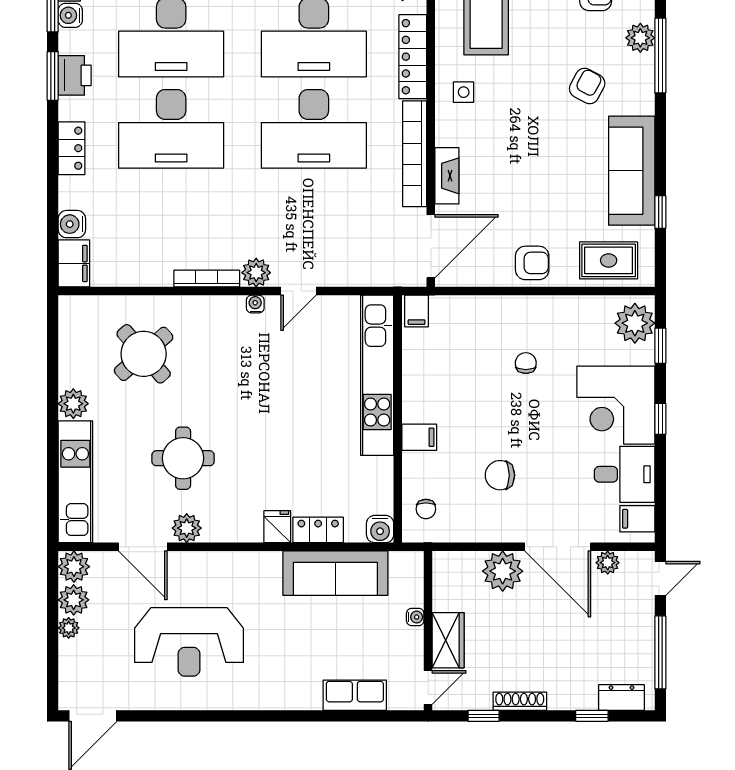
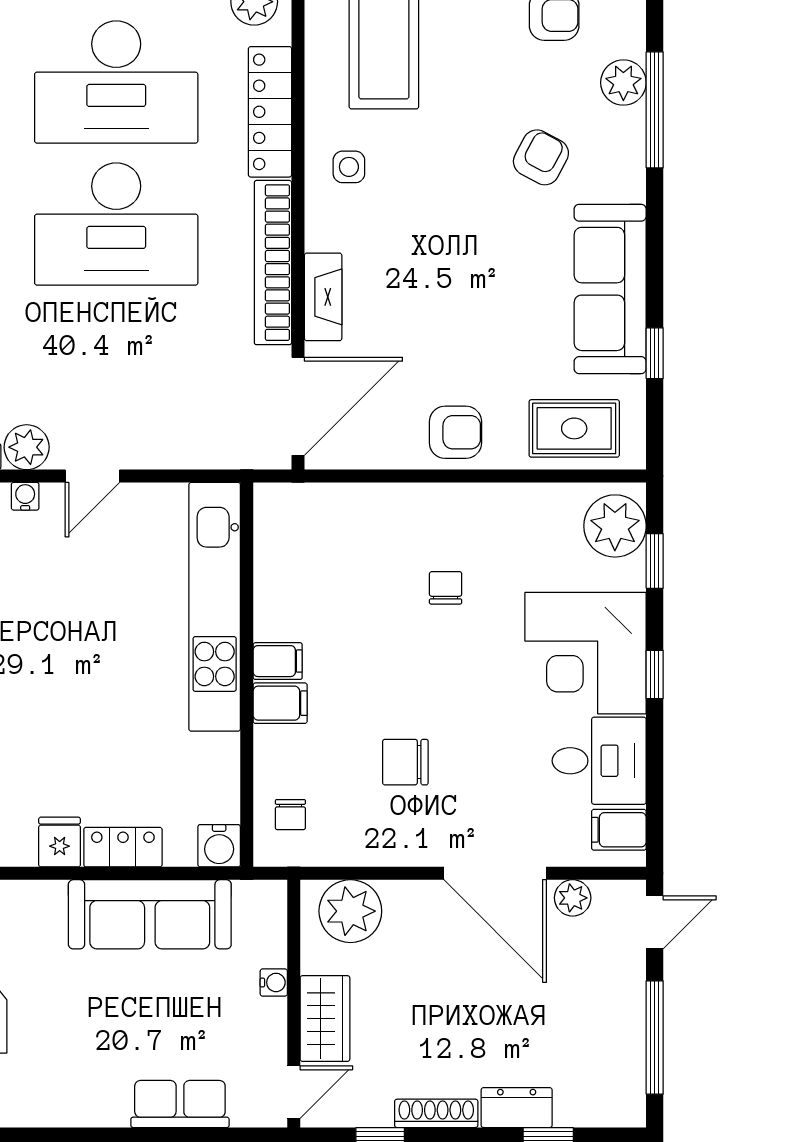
filing cabinet: (417, 311) -> (278, 661), moved, turned -90
plant: (503, 571) -> (350, 911), moved
dresser: (621, 698) -> (517, 1108), moved

